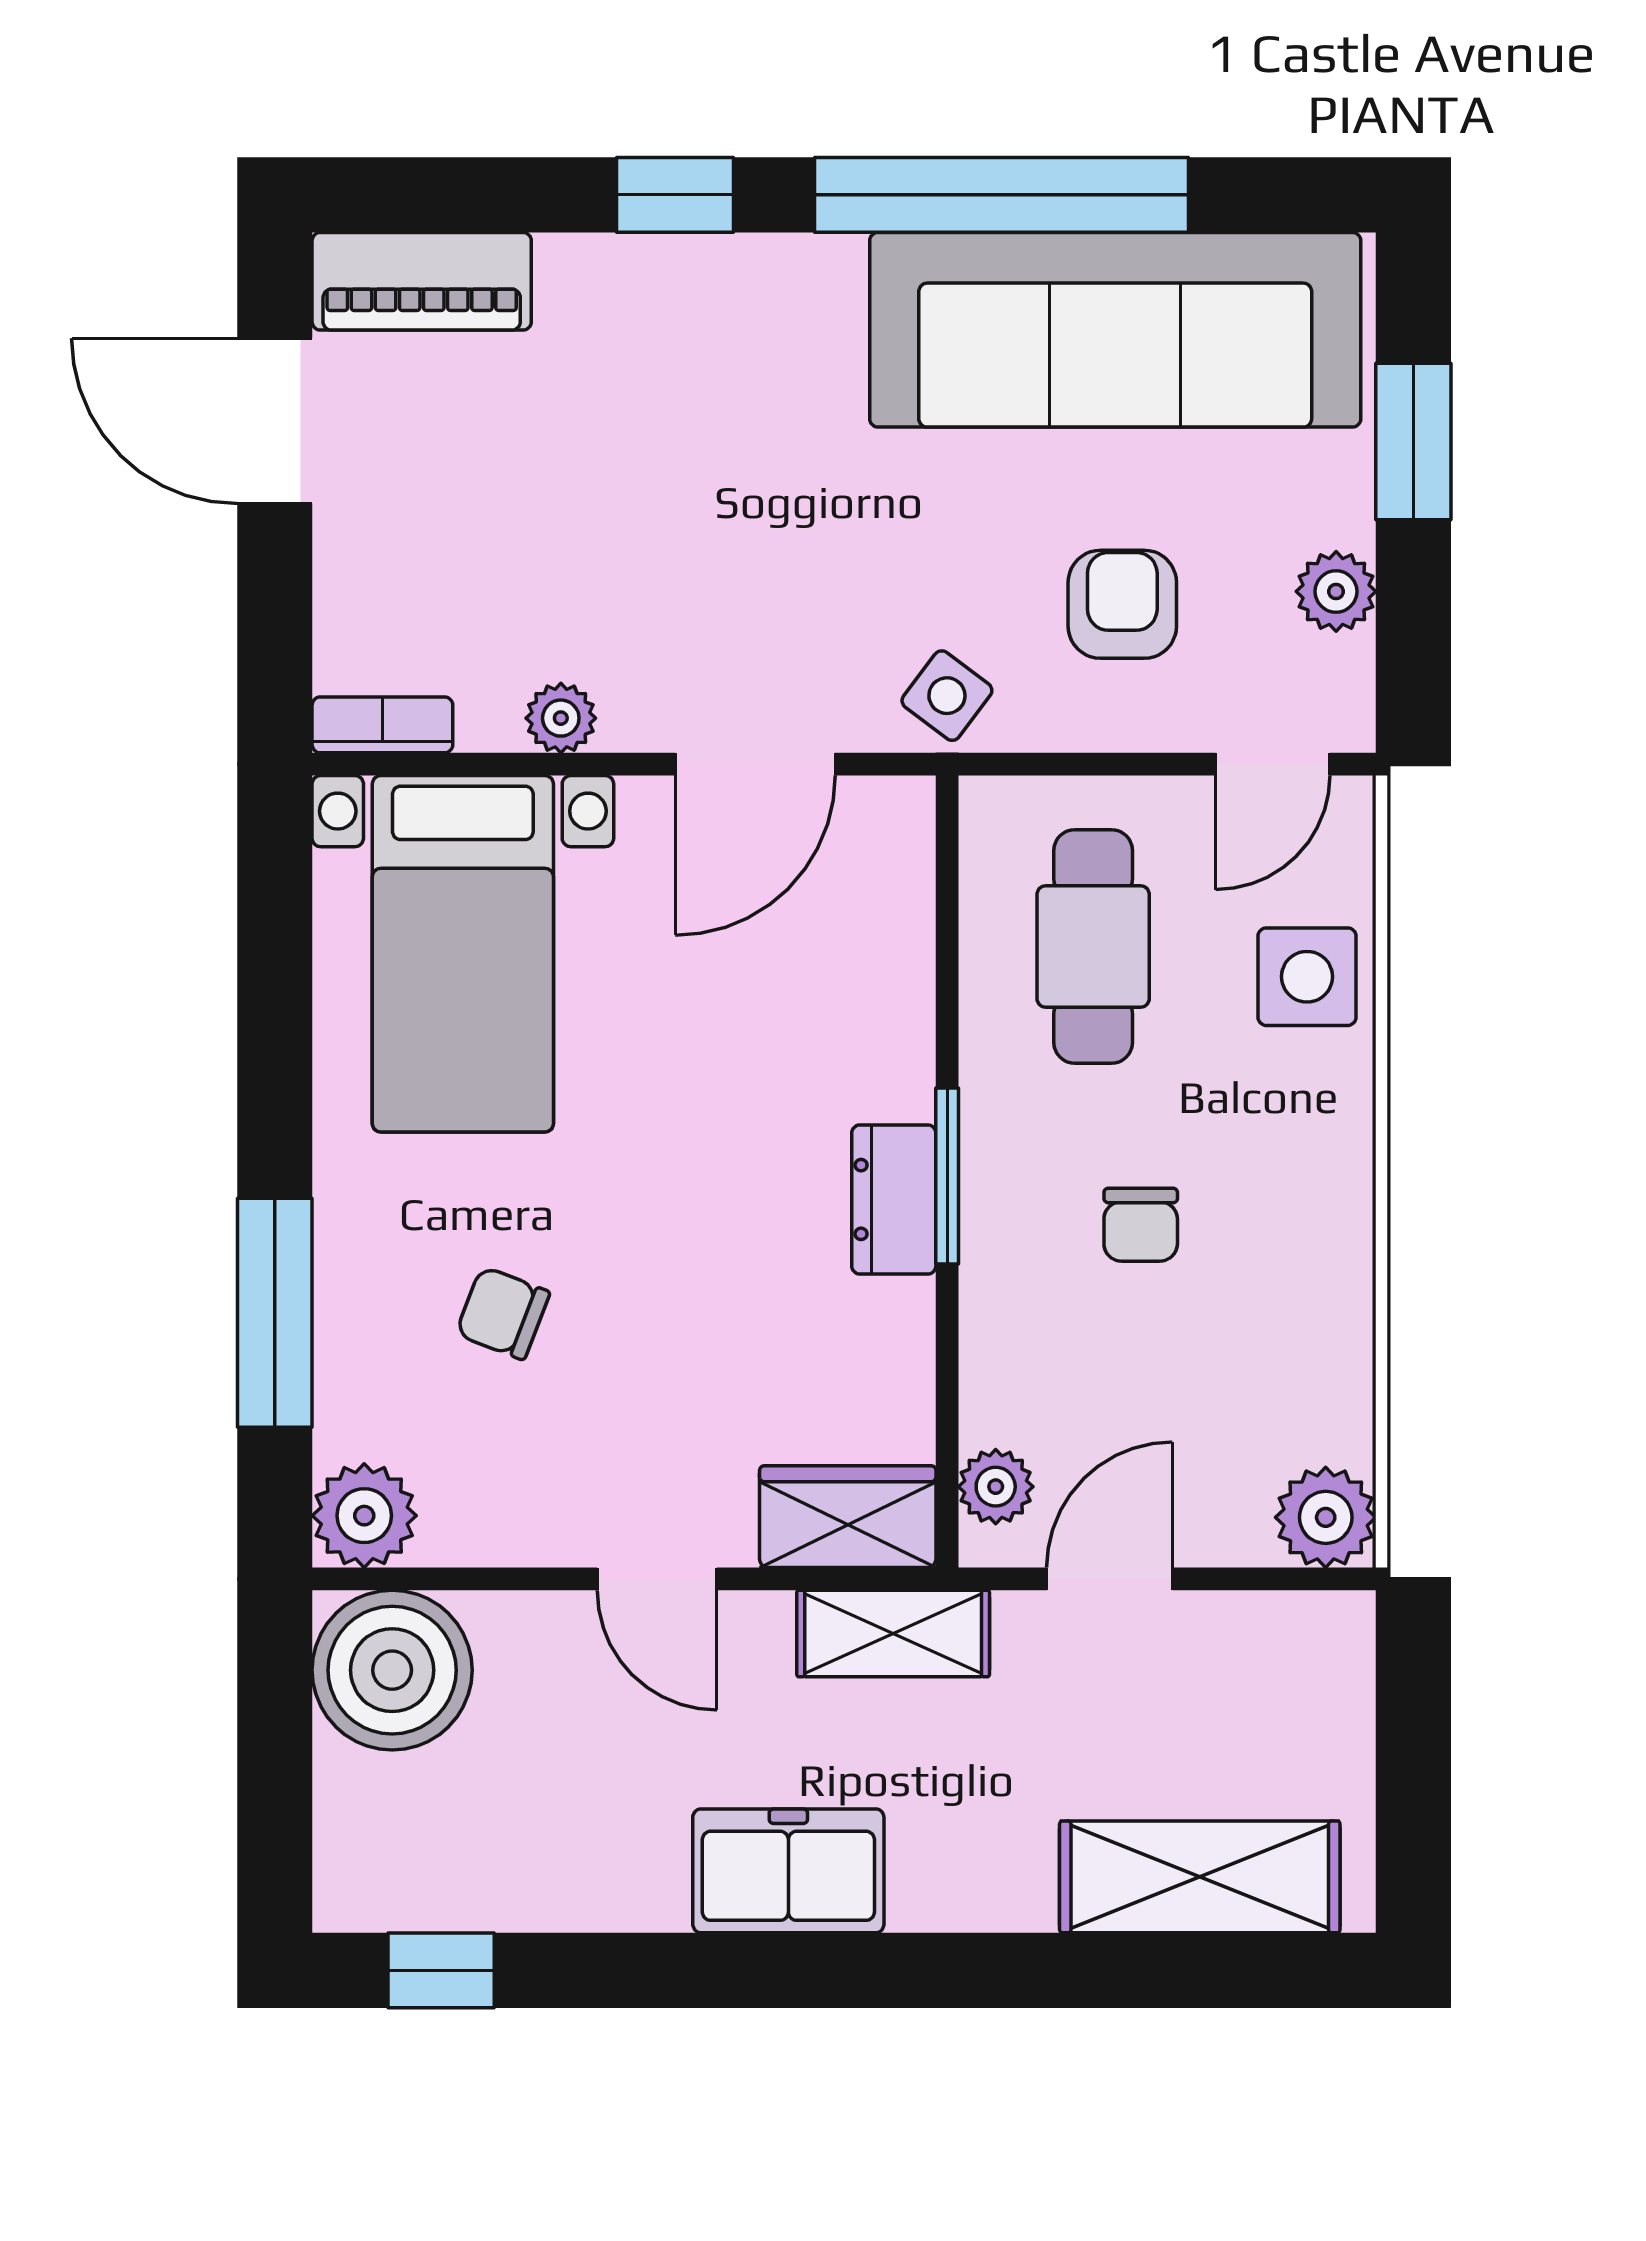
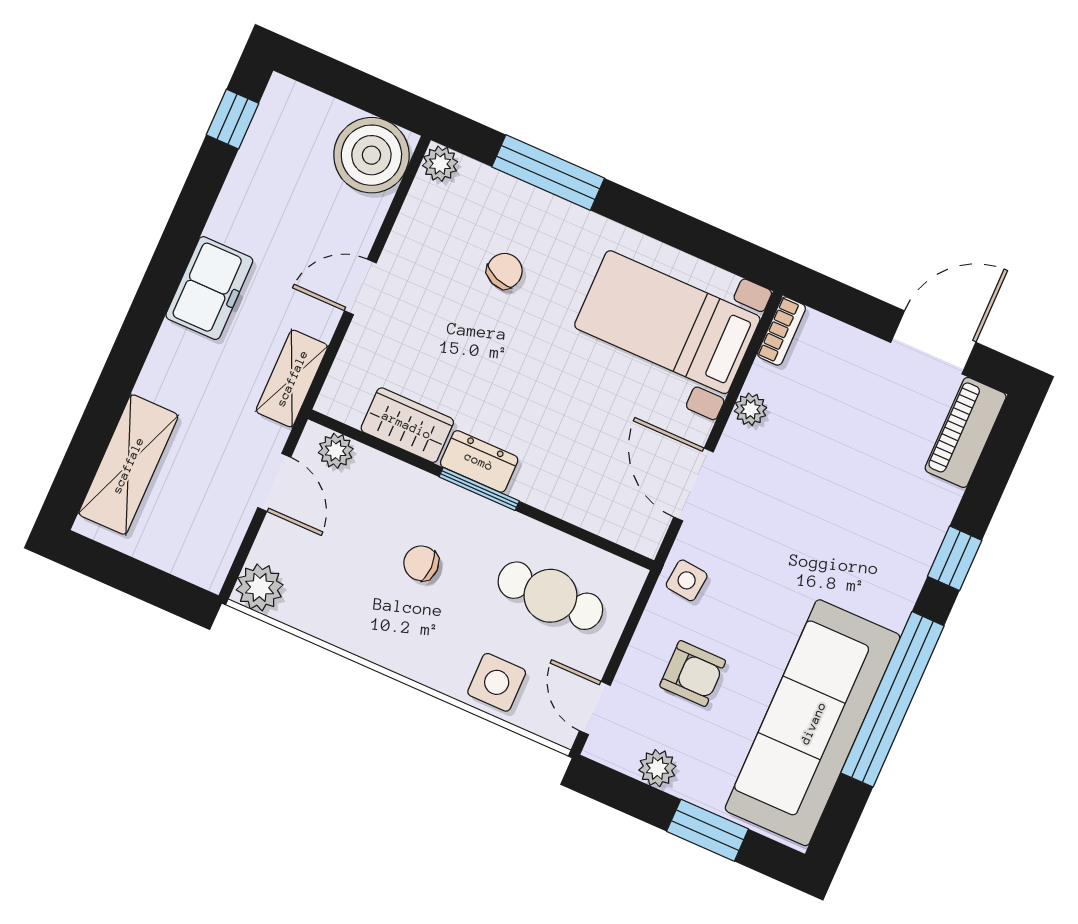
side table: (947, 696) -> (687, 580), turned -31
plant: (364, 1516) -> (440, 164), width x0.73, depth x0.73
wardrobe: (848, 1517) -> (407, 425), moved, turned -90

